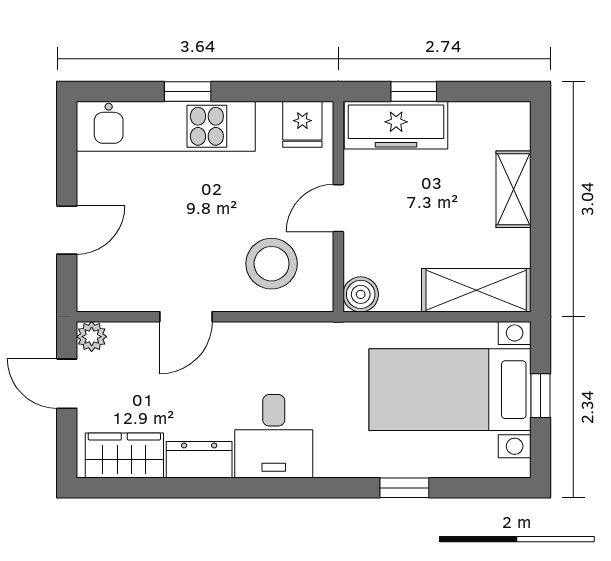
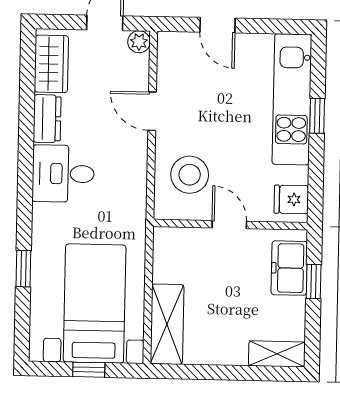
freezer: (396, 125) -> (289, 268), width x0.71
shelving: (513, 189) -> (277, 354), moved
boiler: (361, 294) -> (166, 240), removed

